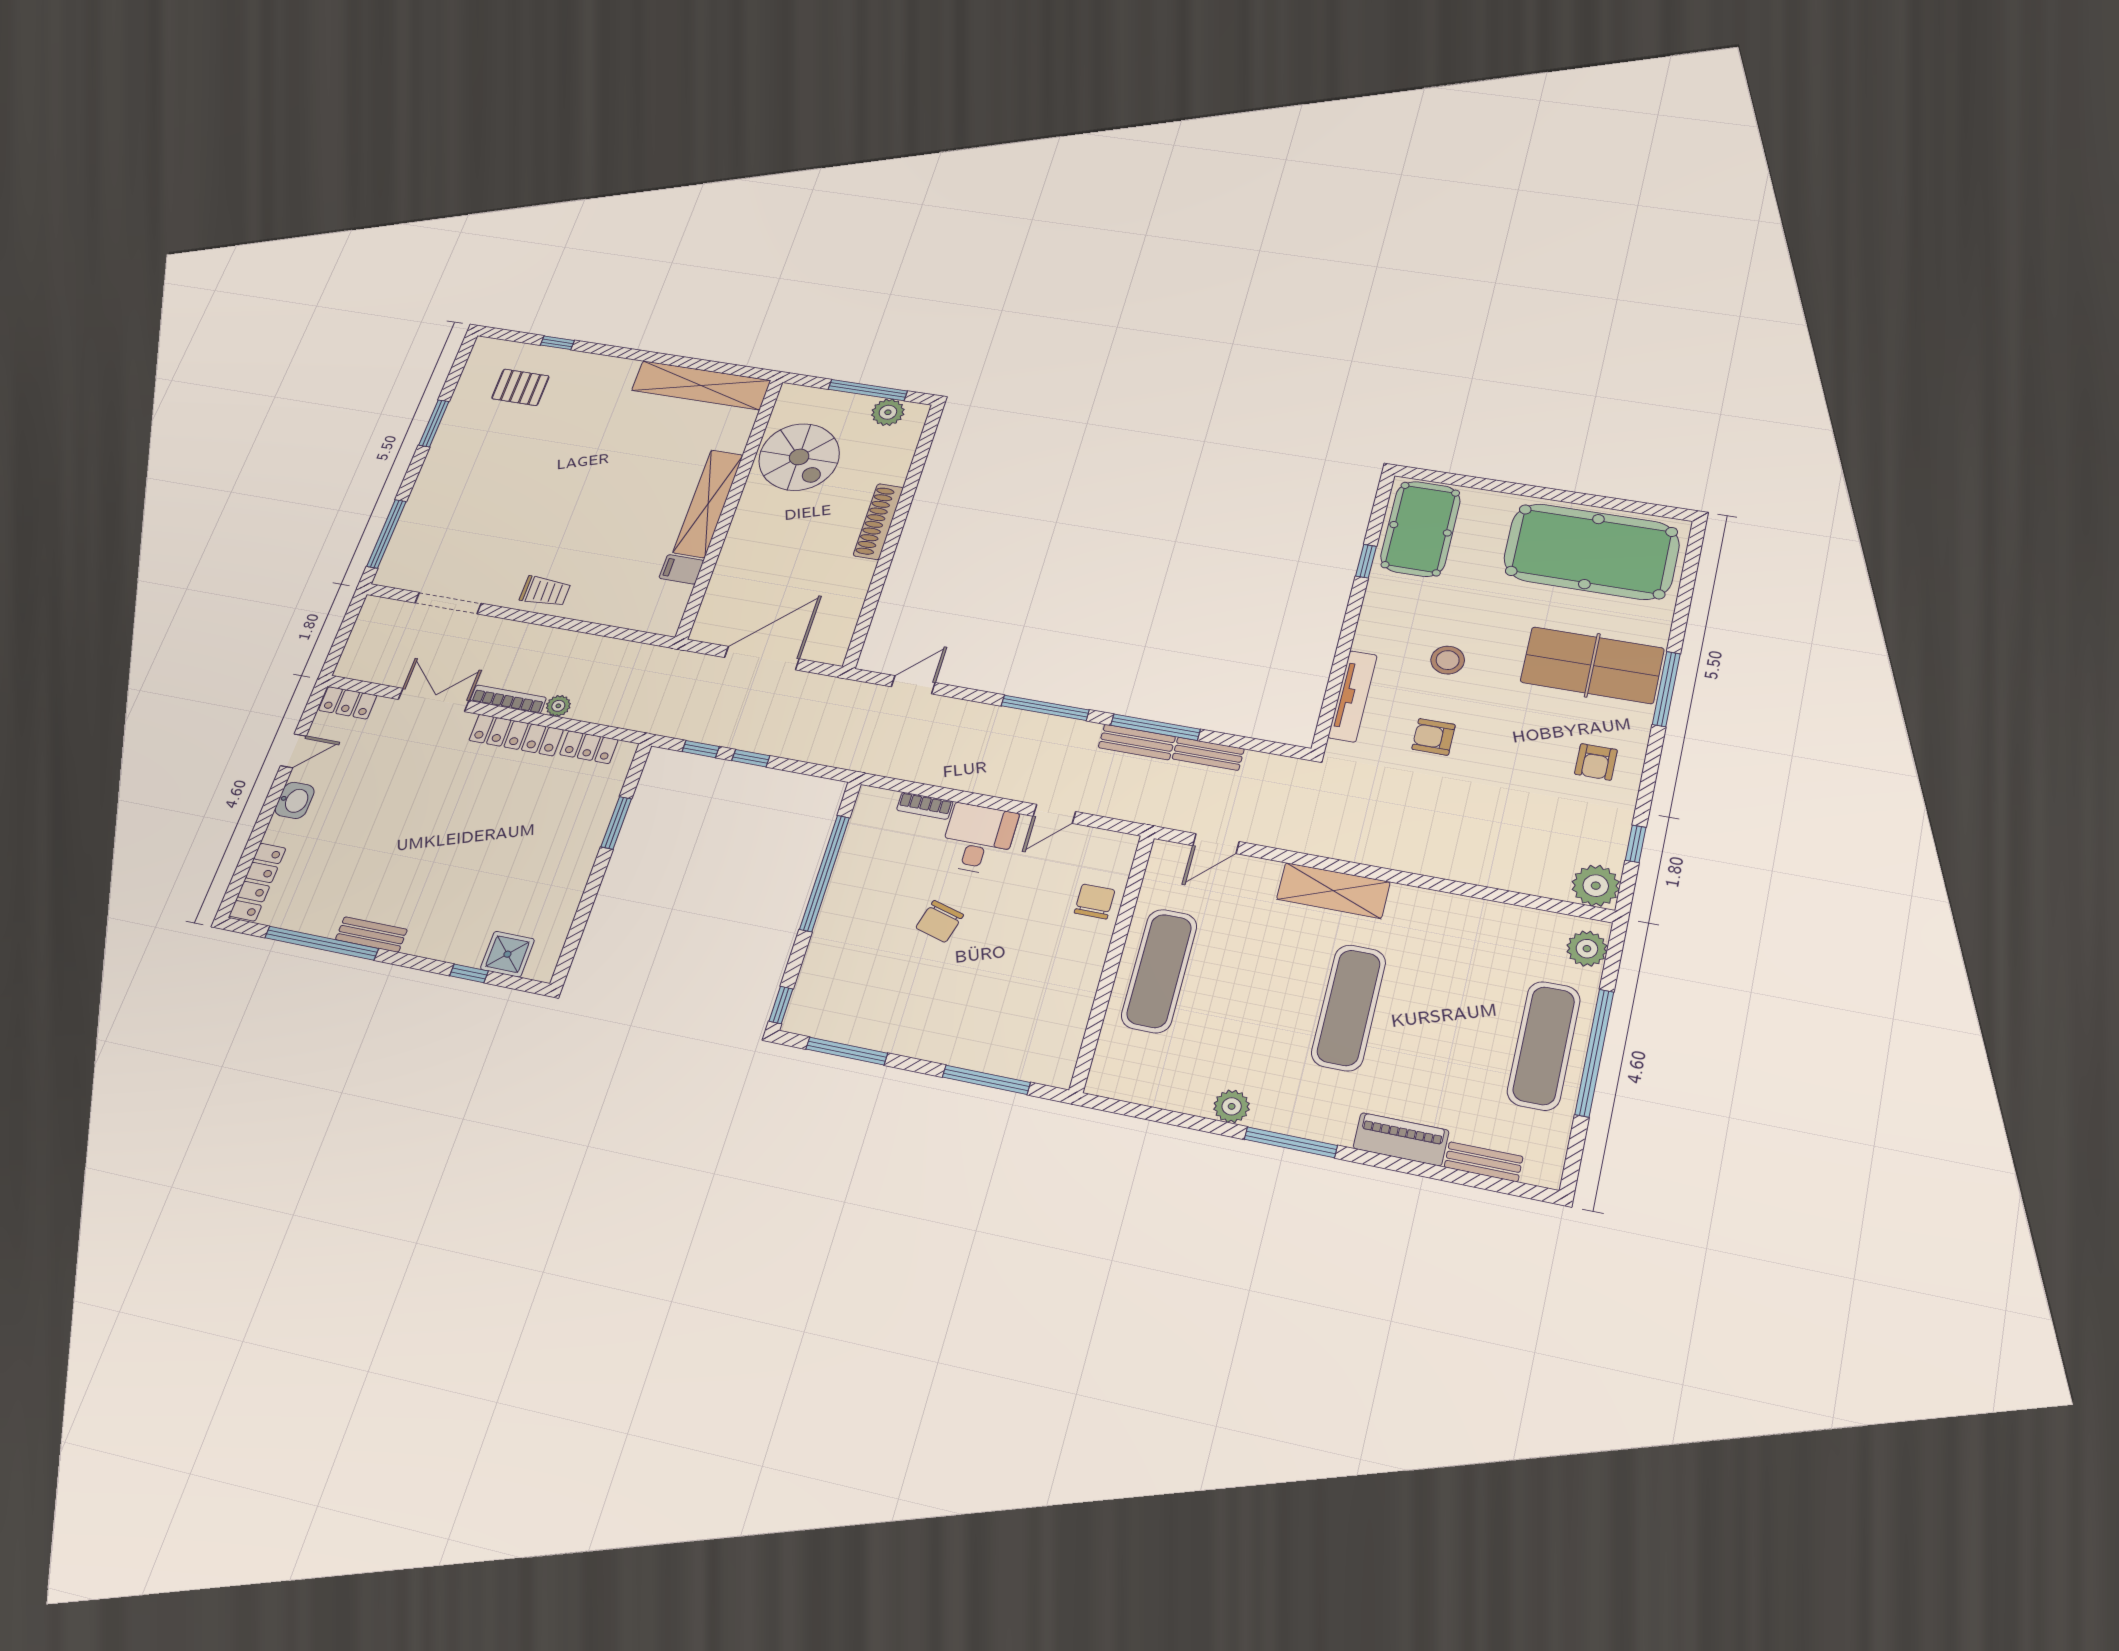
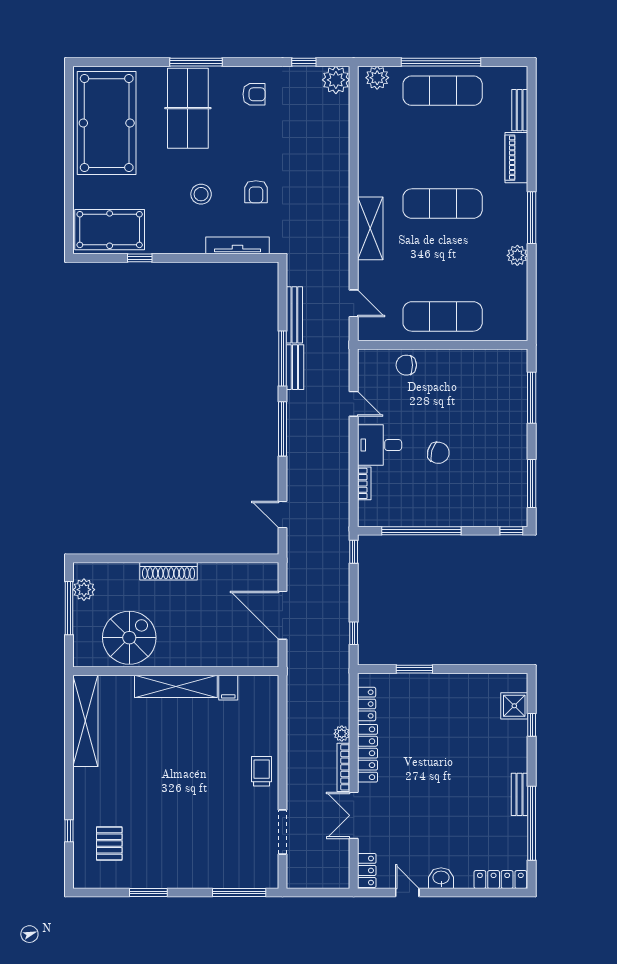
bench: (1208, 754) -> (294, 315), width x1.36
window: (751, 758) -> (354, 552), moved

